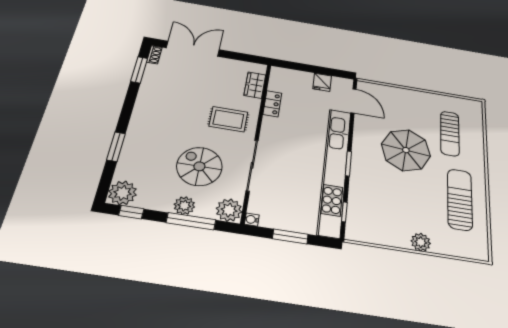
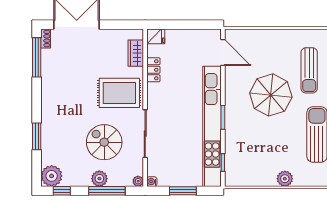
window: (139, 70) -> (37, 57), width x1.44
fridge: (322, 82) -> (156, 36), moved, turned -90
rug: (228, 119) -> (119, 93), width x1.36, depth x1.43
plant: (229, 210) -> (138, 181), width x0.53, depth x0.53

